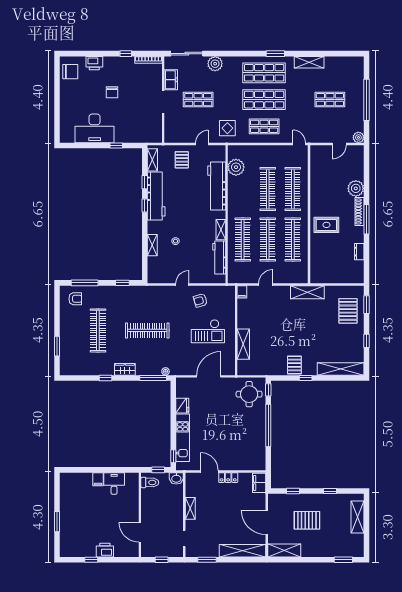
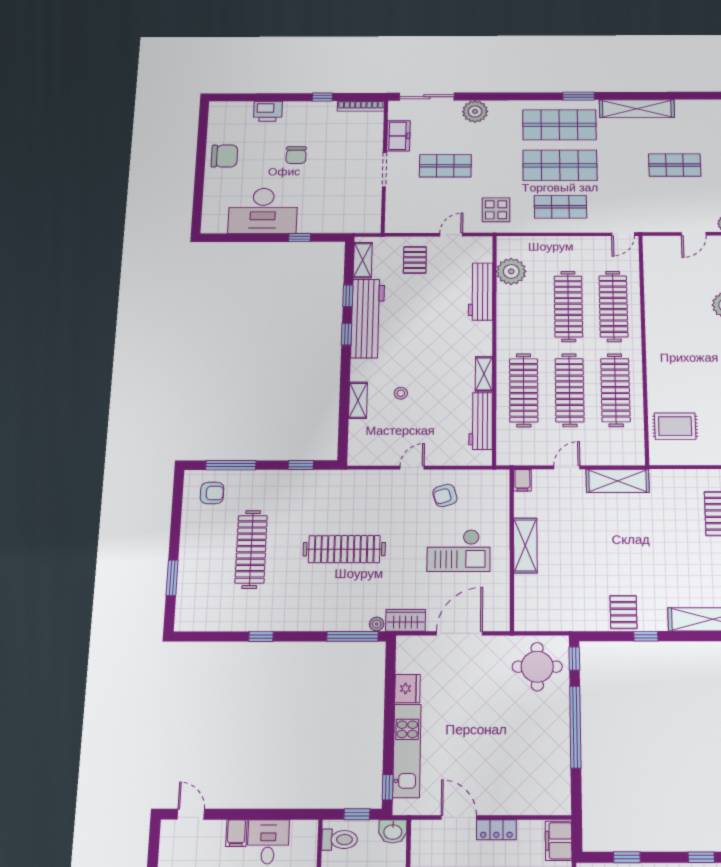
shelving: (309, 62) -> (637, 109), width x1.47
chair: (70, 72) -> (224, 156), moved
door: (299, 144) -> (623, 234), swing flipped
workbench: (217, 186) -> (481, 291), width x0.73, depth x0.76
rug: (326, 225) -> (675, 426), moved
shelving: (307, 292) -> (618, 481), moved
shelving: (243, 344) -> (525, 545), moved
wardrobe: (125, 369) -> (406, 620), moved
door: (75, 470) -> (191, 814), added

